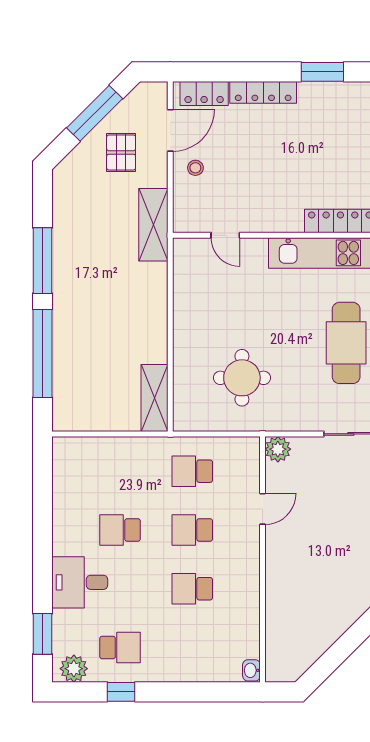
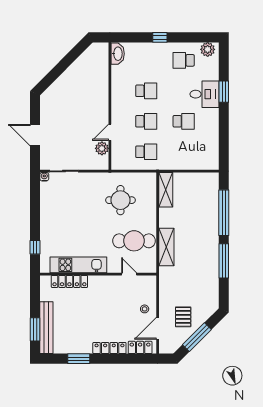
shelving: (153, 225) -> (166, 247), moved
cafe table: (346, 343) -> (134, 241), moved, turned 90
plant: (278, 449) -> (102, 148), moved
window: (43, 634) -> (224, 92), moved
washbasin: (251, 670) -> (118, 54), width x1.91, depth x1.45
window: (121, 692) -> (160, 37), moved

